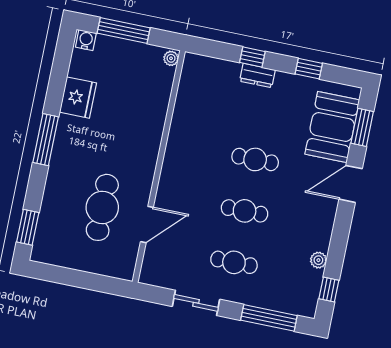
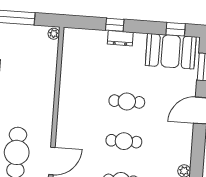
window: (309, 69) -> (176, 29), moved
booth: (332, 127) -> (171, 51), moved, turned 90

